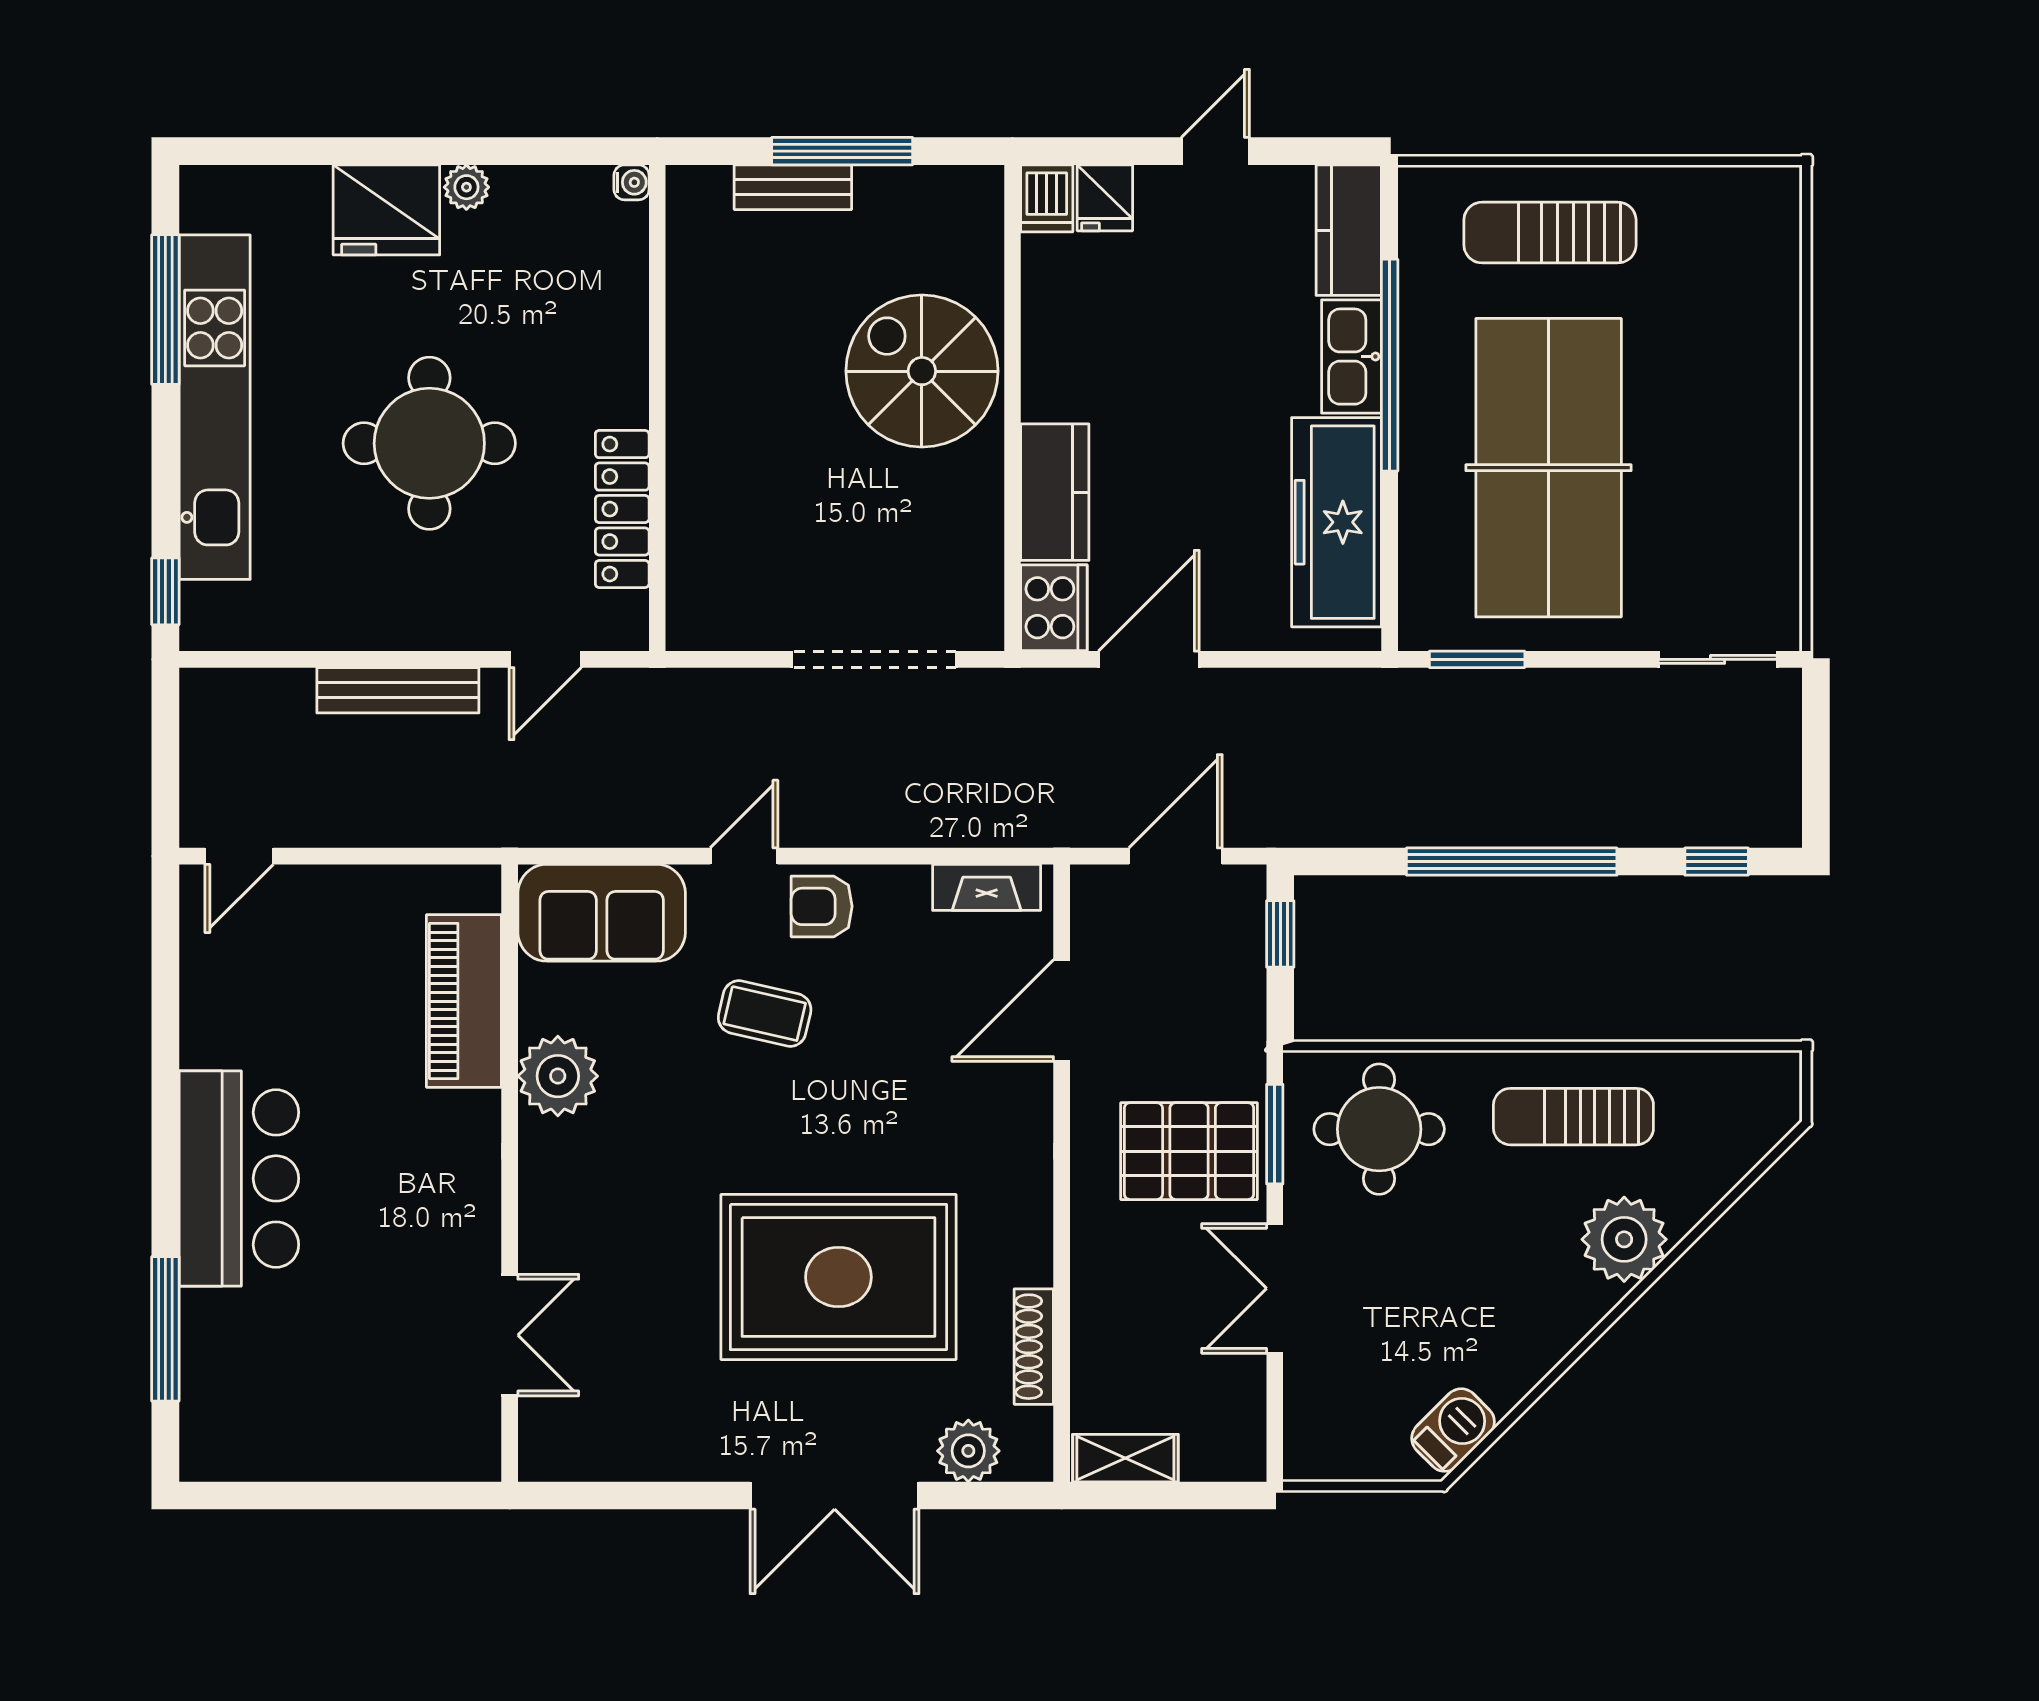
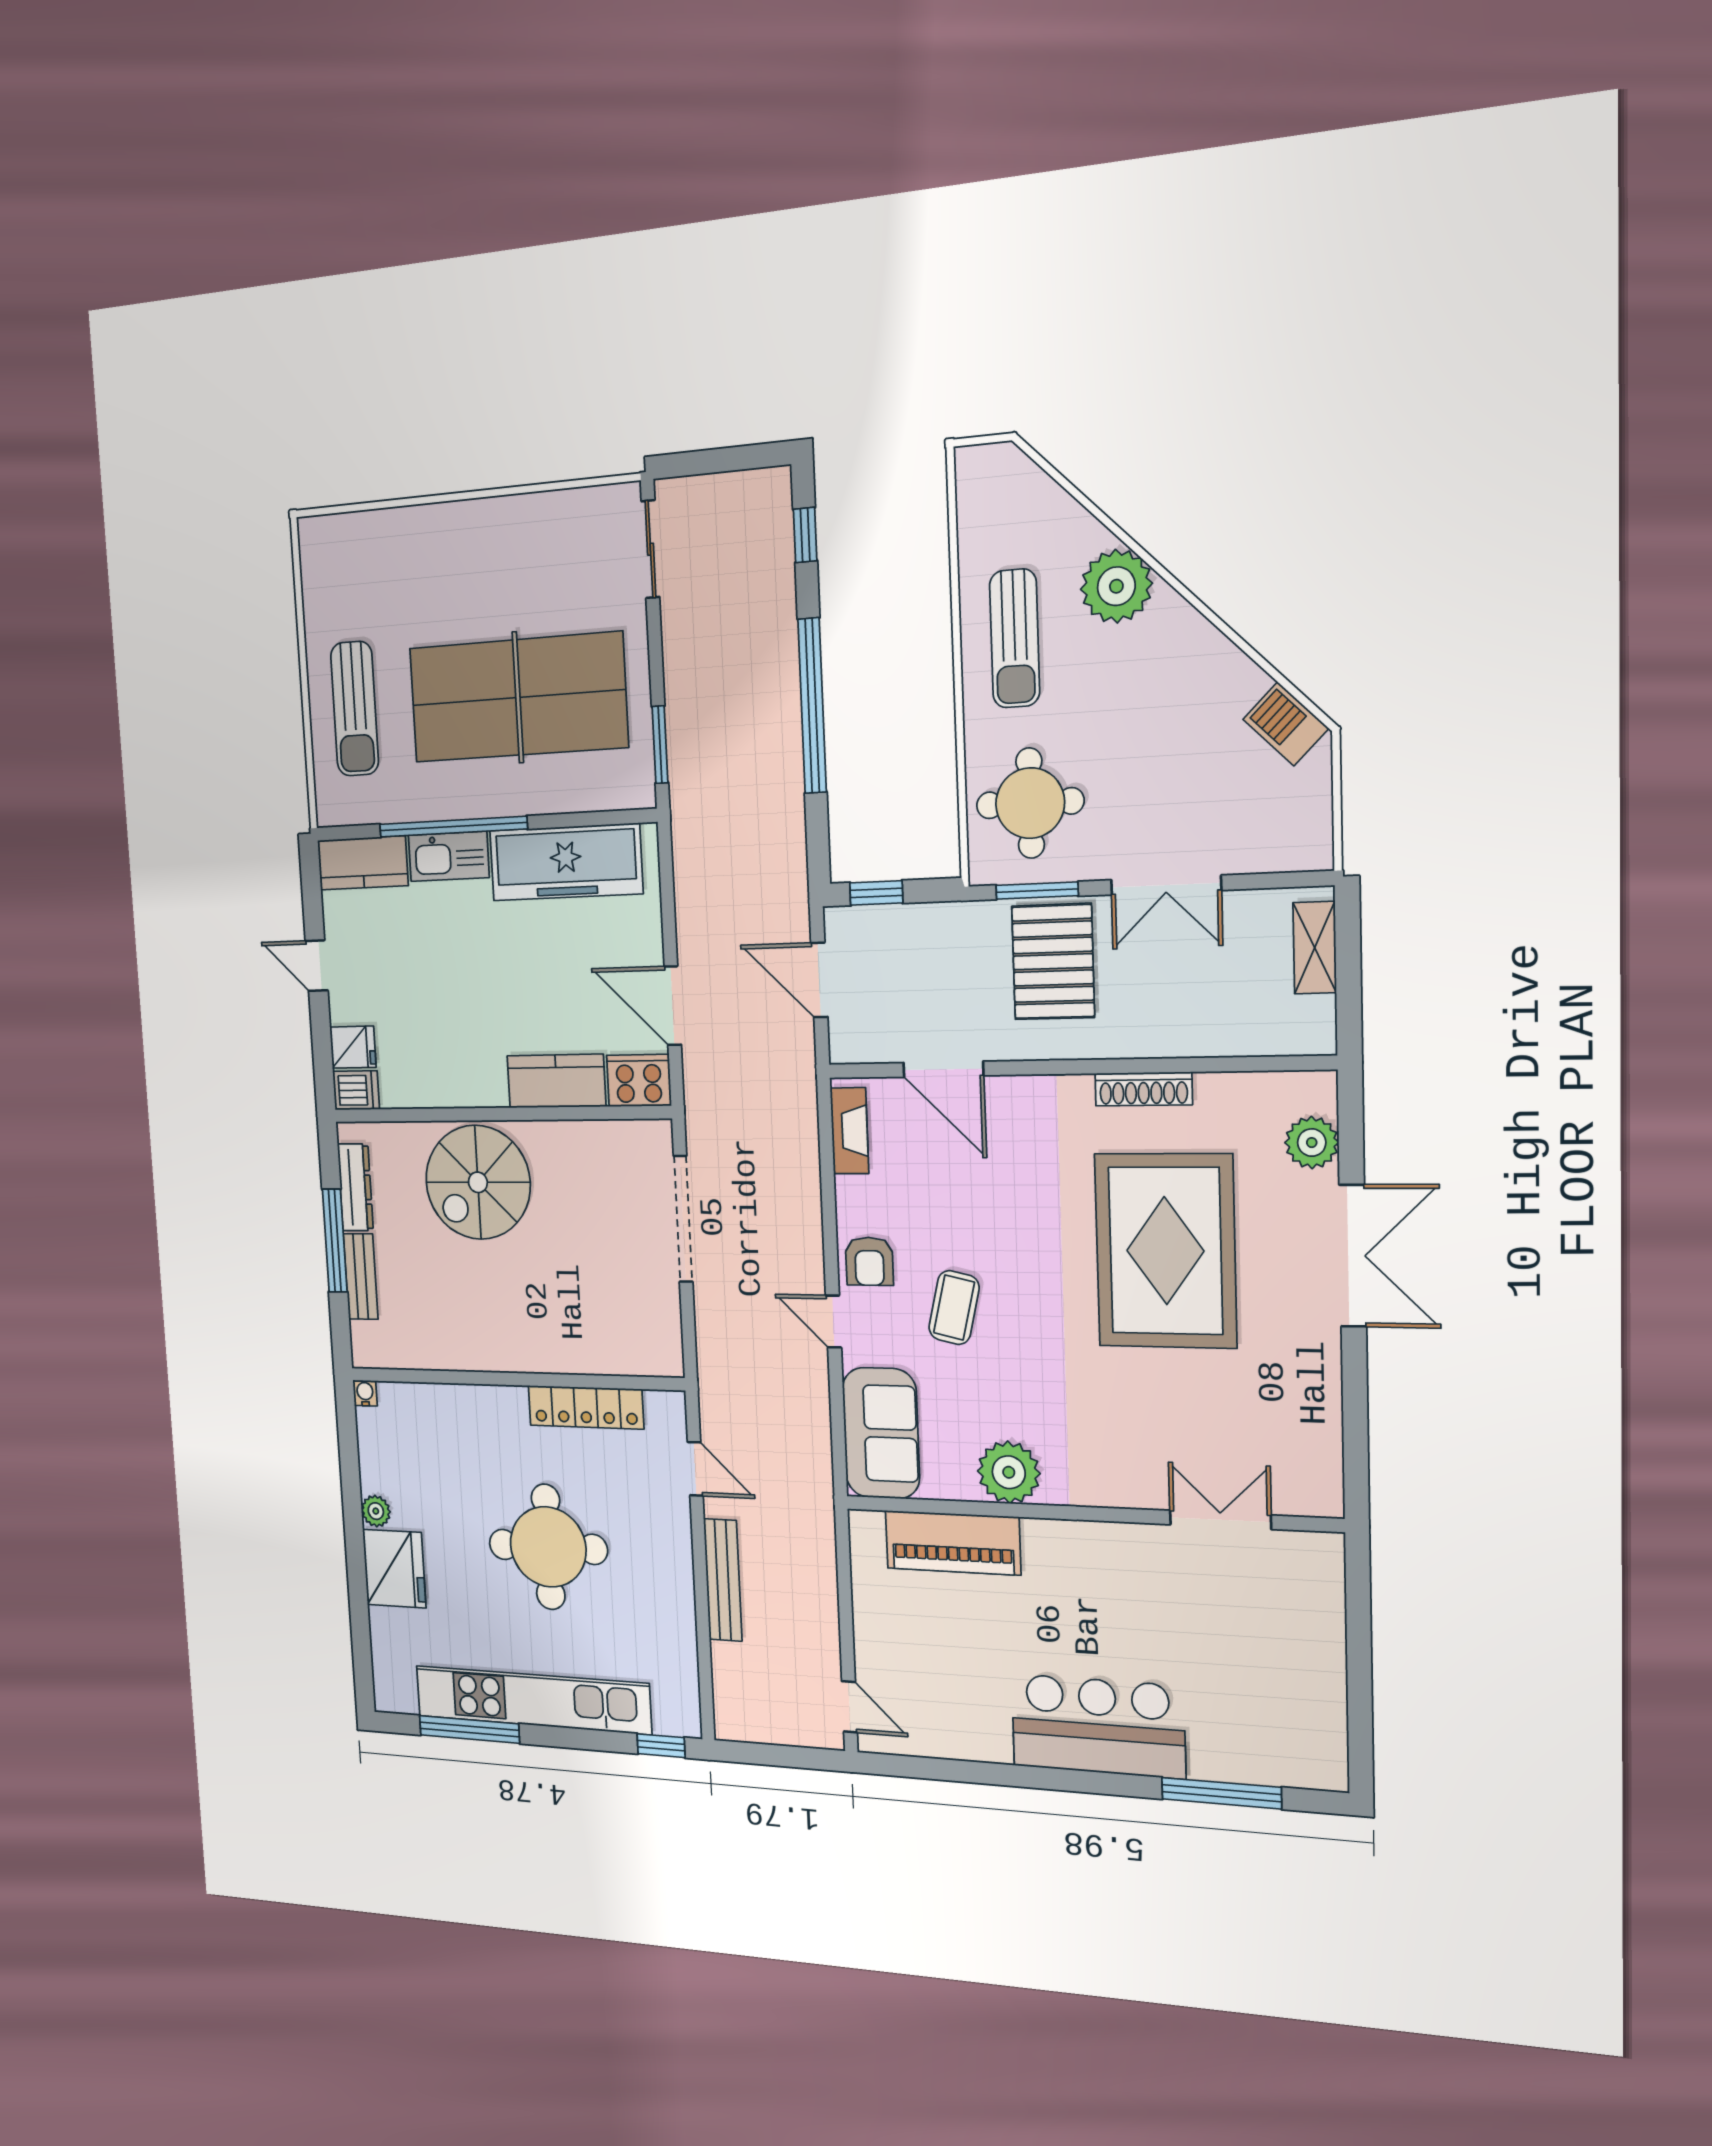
dresser: (915, 188) -> (355, 1187), added
shoe rack: (1034, 1347) -> (1144, 1089), moved
shelving: (1125, 1458) -> (1315, 948), moved

